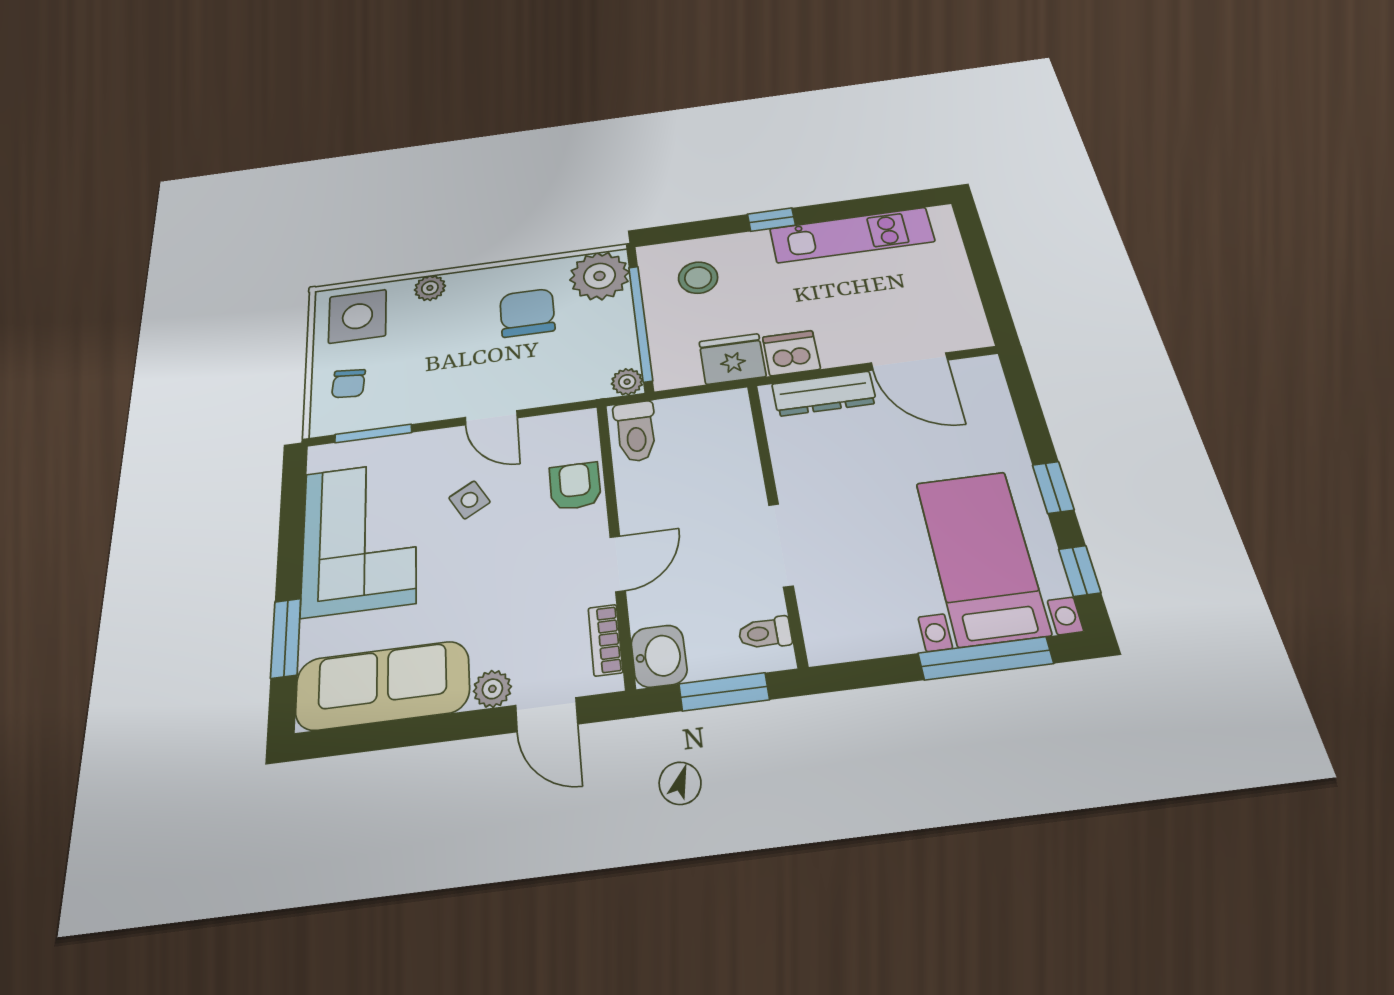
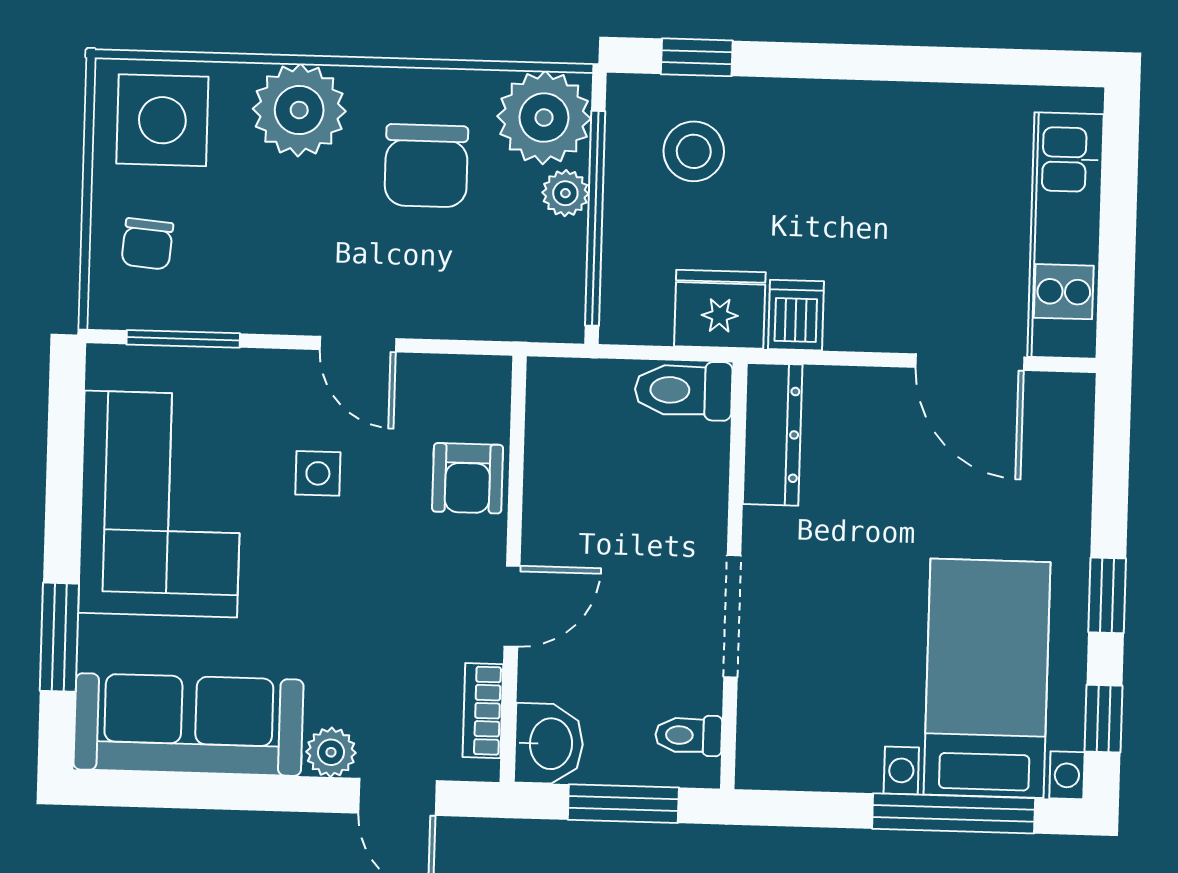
window: (771, 220) -> (697, 57), moved
kitchen unit: (852, 235) -> (1065, 235), moved, turned 90
plant: (430, 288) -> (299, 110), width x1.88, depth x1.88
chair: (527, 313) -> (426, 166), turned 180
dishwasher: (791, 353) -> (796, 315), width x0.73
plant: (627, 382) -> (565, 193), moved
dresser: (824, 394) -> (773, 434), moved, turned -90
toilet: (636, 431) -> (683, 390), moved, turned 90
armchair: (575, 486) -> (468, 478), turned 180
side table: (469, 500) -> (318, 473), turned 30

